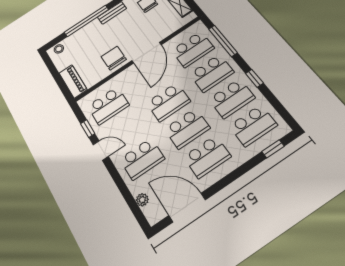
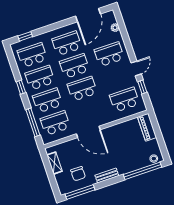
window: (86, 21) -> (142, 171), moved
door: (147, 53) -> (88, 132), swing flipped
chair: (114, 58) -> (113, 136), removed
door: (101, 151) -> (136, 68), swing flipped
door: (187, 208) -> (88, 15), hinge flipped

